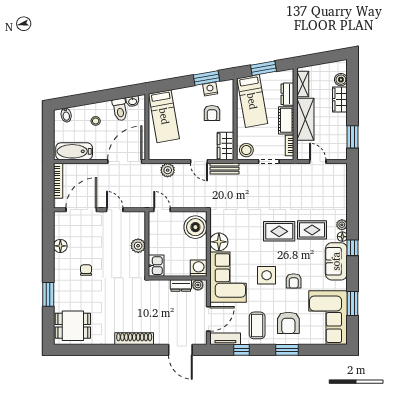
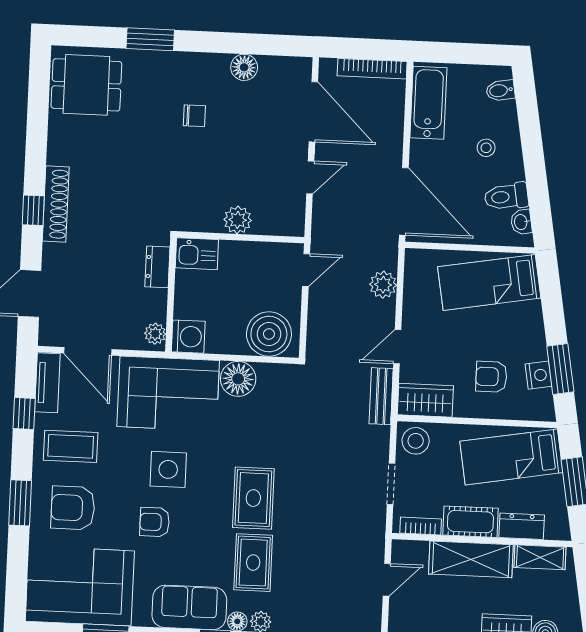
dresser: (181, 285) -> (157, 267), moved
dining table: (73, 326) -> (86, 85), turned 90
window: (138, 350) -> (33, 210), added

